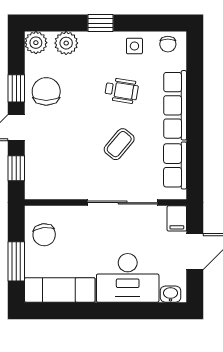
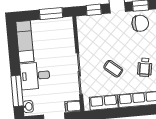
chair: (44, 235) -> (56, 30), removed
window: (16, 261) -> (51, 14), moved
desk: (128, 278) -> (35, 76), width x0.73
window: (142, 311) -> (17, 91), added

